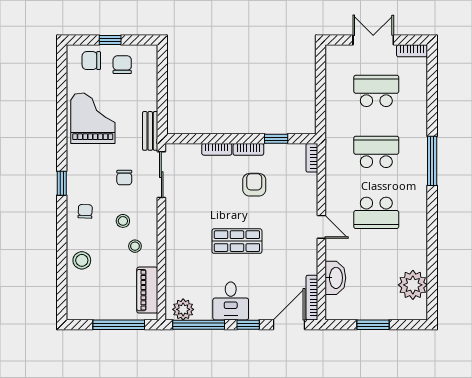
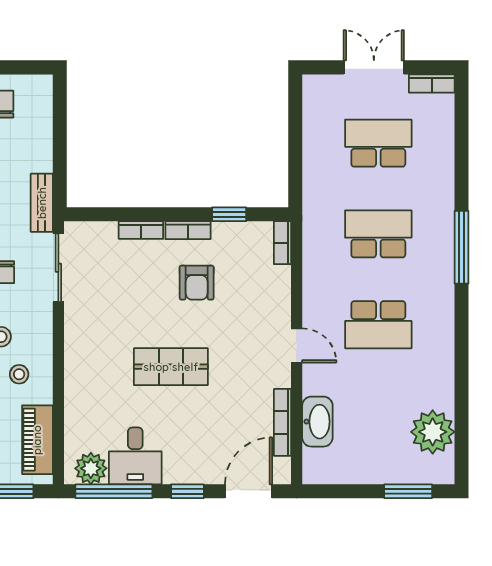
armchair: (254, 185) -> (197, 283), turned 180
bookcase: (312, 298) -> (282, 422), moved
desk: (231, 301) -> (135, 456), moved
window: (373, 325) -> (408, 491), moved

